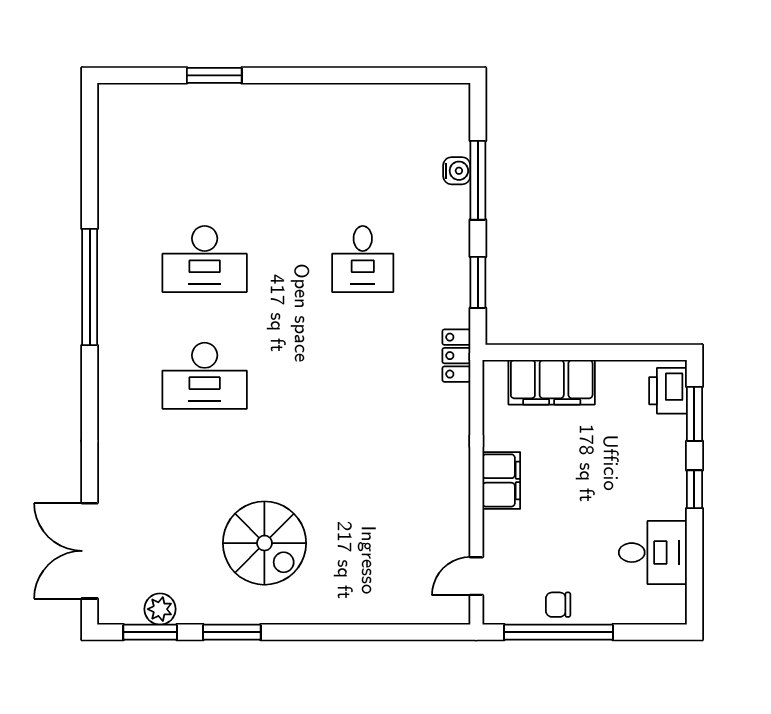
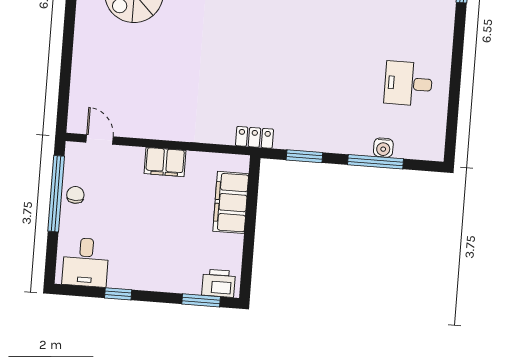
desk: (363, 259) -> (408, 84), moved
window: (694, 489) -> (118, 294), moved
desk: (653, 553) -> (86, 262), moved

